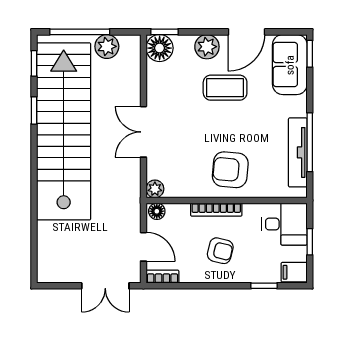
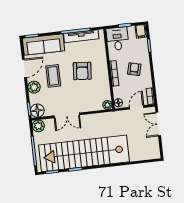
door: (246, 32) -> (24, 68), hinge flipped
plant: (107, 46) -> (38, 126), moved
sofa: (290, 65) -> (44, 45), width x1.36
double door: (143, 132) -> (67, 115), moved
armchair: (230, 170) -> (82, 71), moved
double door: (105, 286) -> (158, 124), swing flipped

